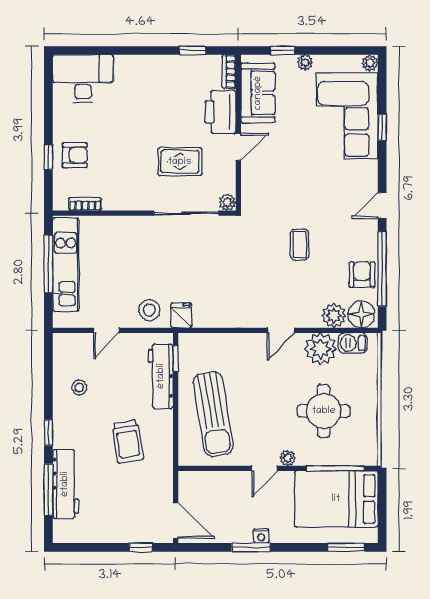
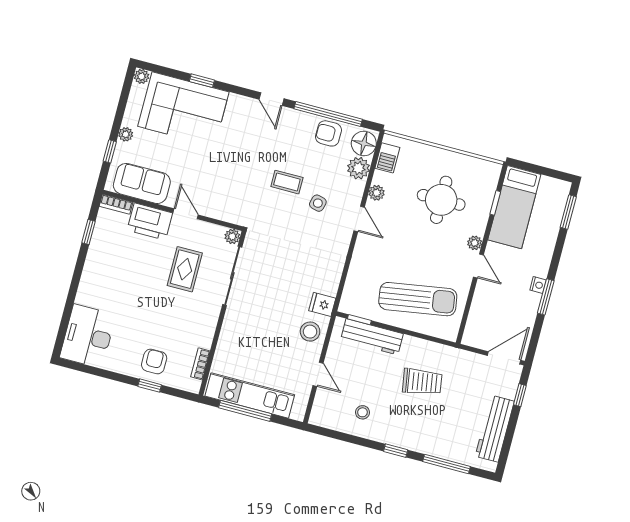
side table: (286, 283) -> (318, 203), added
plant: (321, 349) -> (377, 193), width x0.53, depth x0.53
window: (335, 468) -> (495, 203), width x0.46
workbench: (65, 484) -> (495, 429), moved, turned -90
bed: (336, 499) -> (514, 207), width x0.67

